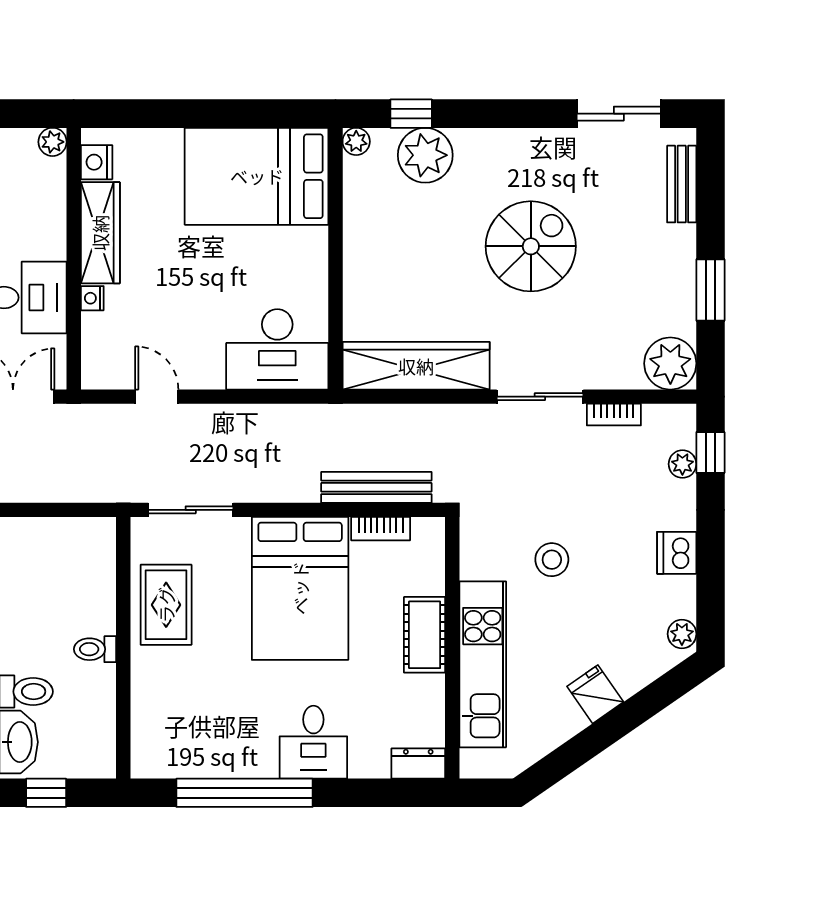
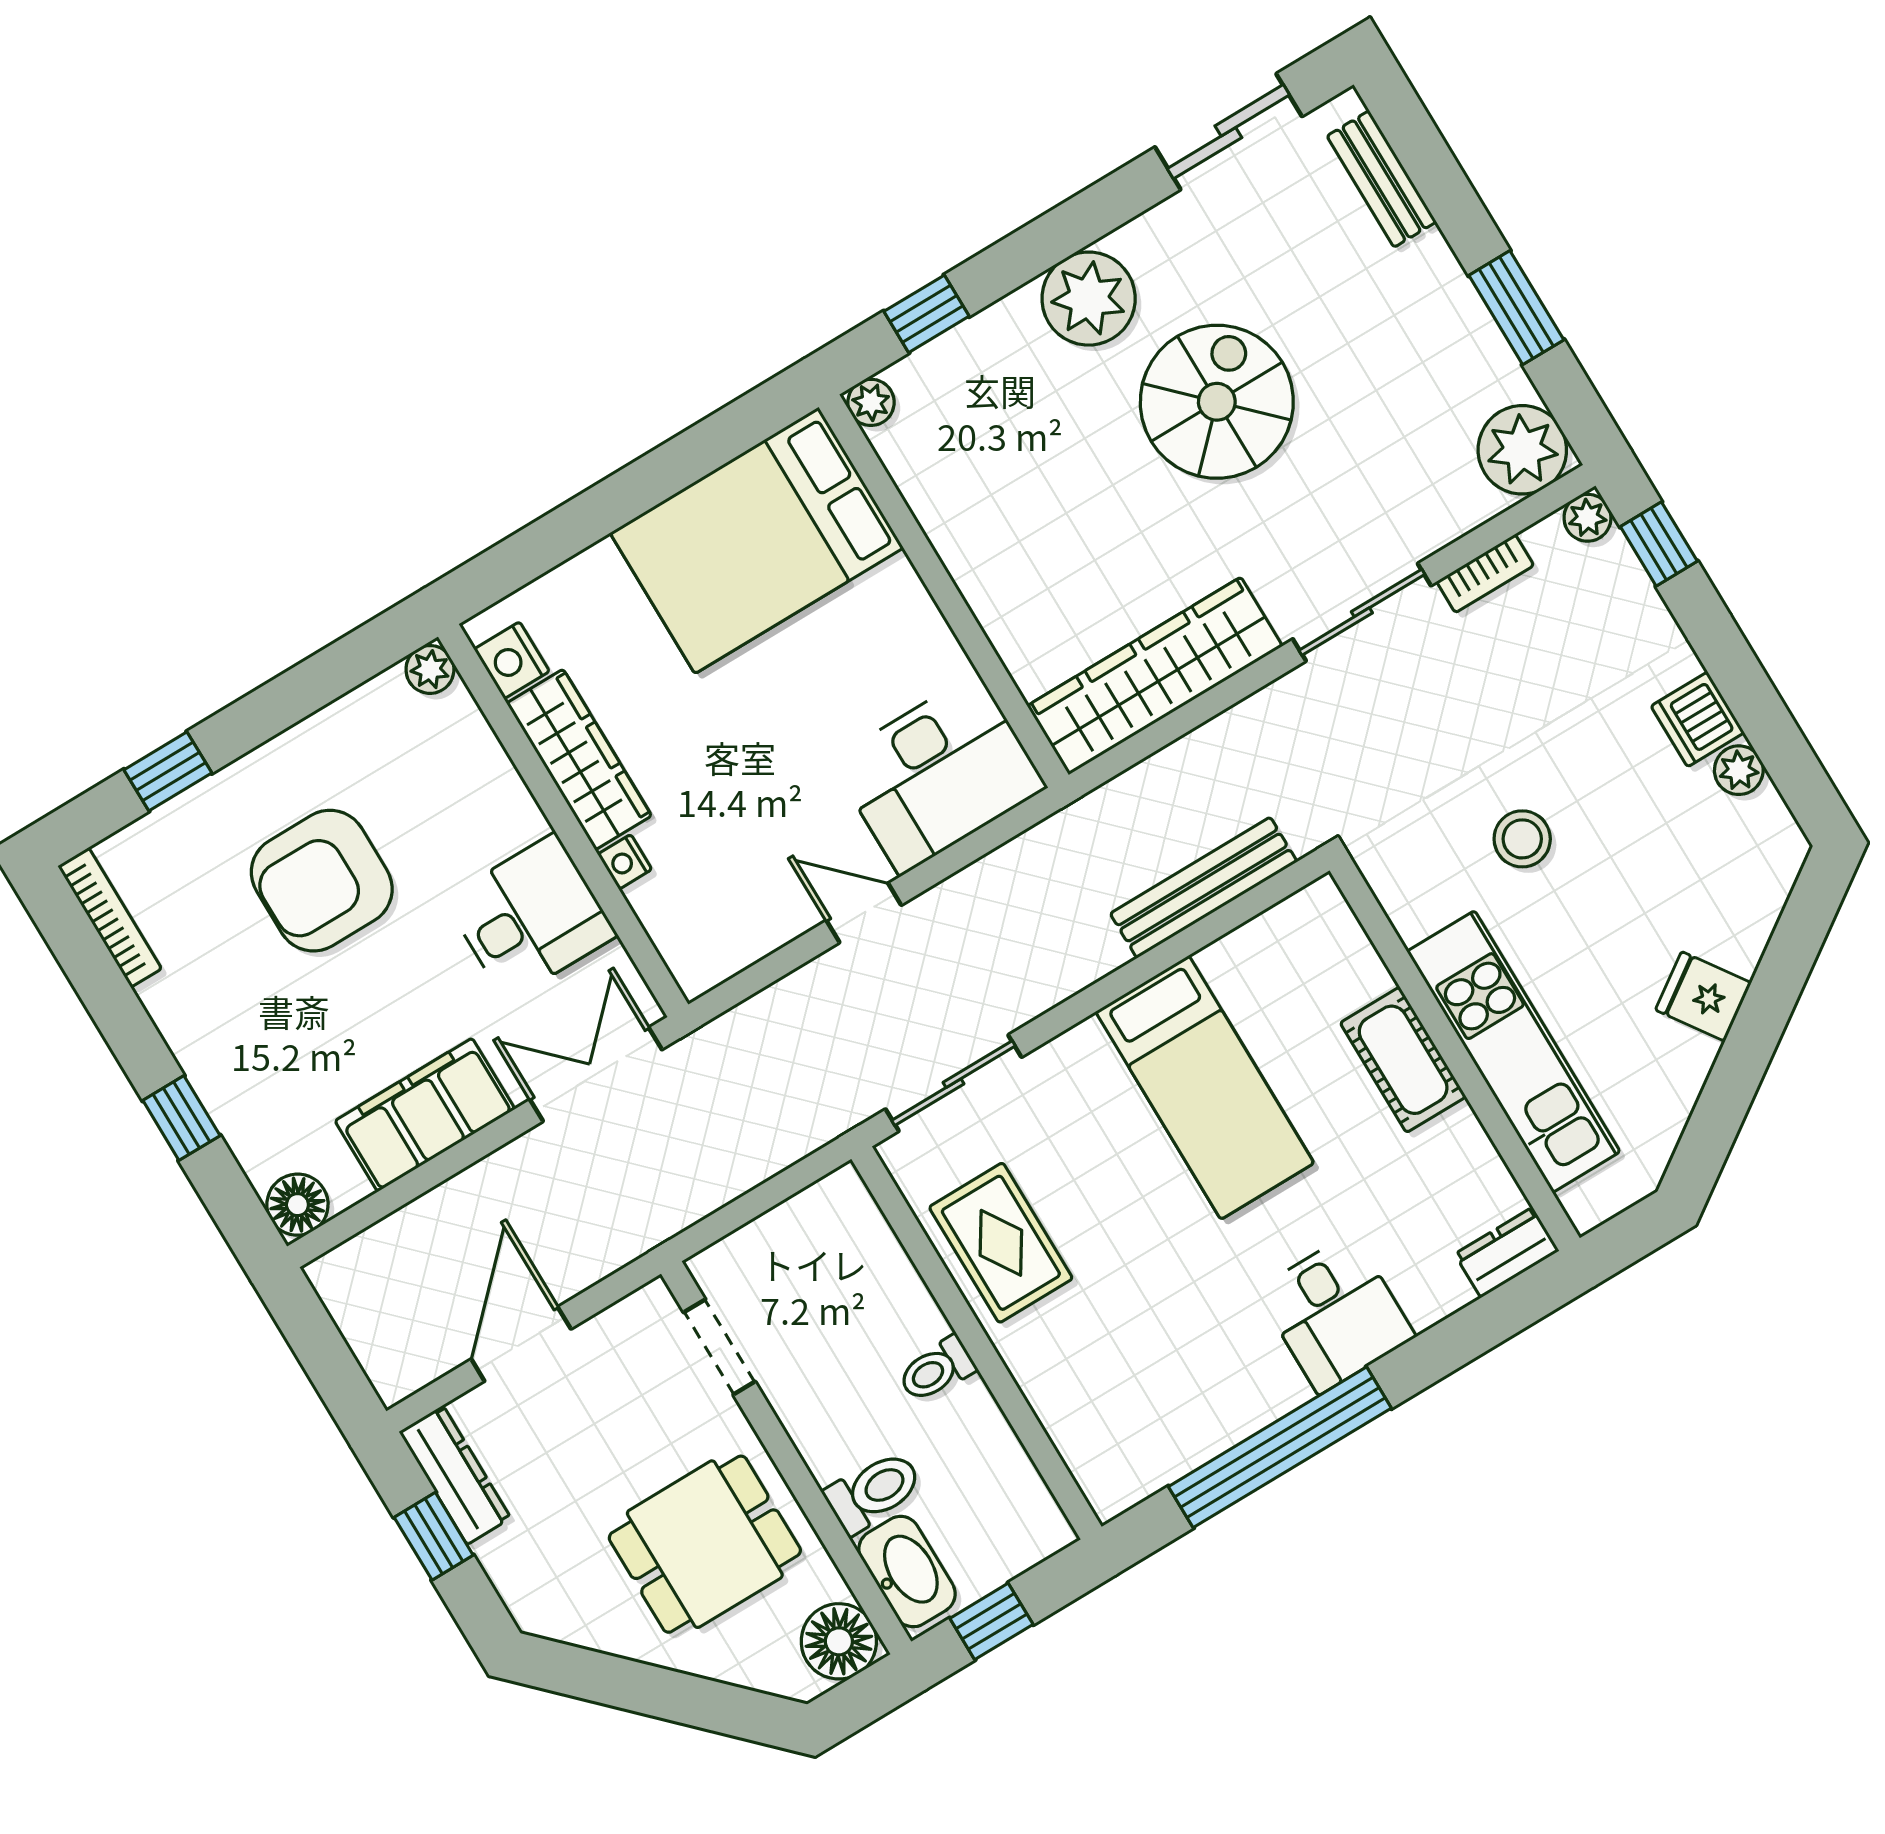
plant: (425, 155) -> (1089, 299), moved
door: (157, 397) -> (864, 913), moved
plant: (682, 464) -> (1587, 518), moved
bookcase: (381, 529) -> (1246, 944), removed
bed: (300, 588) -> (1205, 1087), width x0.67
plant: (682, 634) -> (1739, 770), moved

